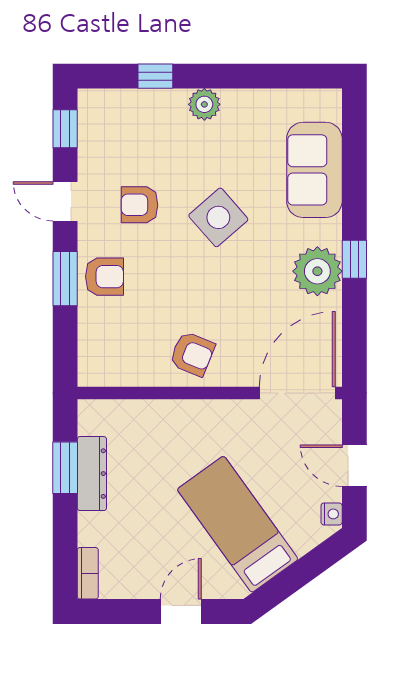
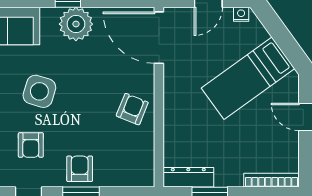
side table: (218, 217) -> (39, 91), turned -32
dresser: (92, 474) -> (188, 177), moved
bookcase: (88, 573) -> (271, 180), width x1.56

